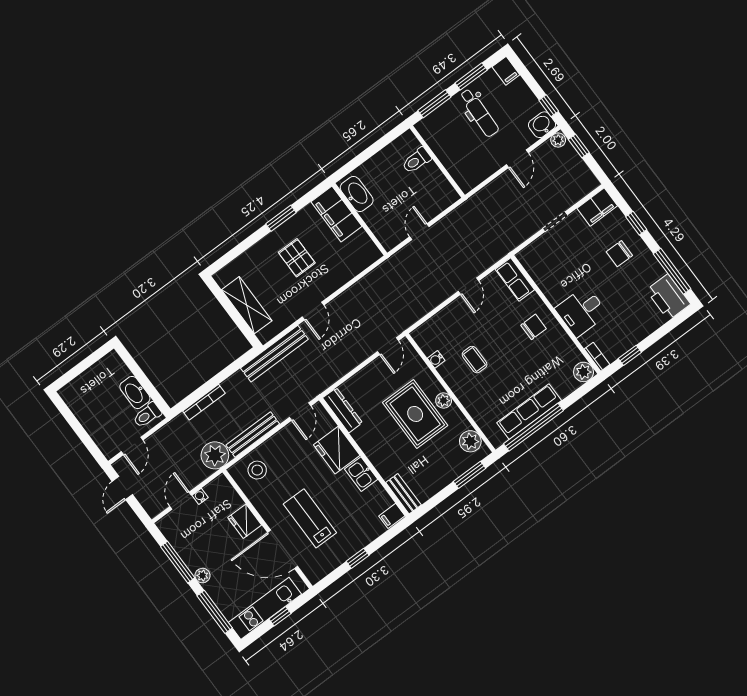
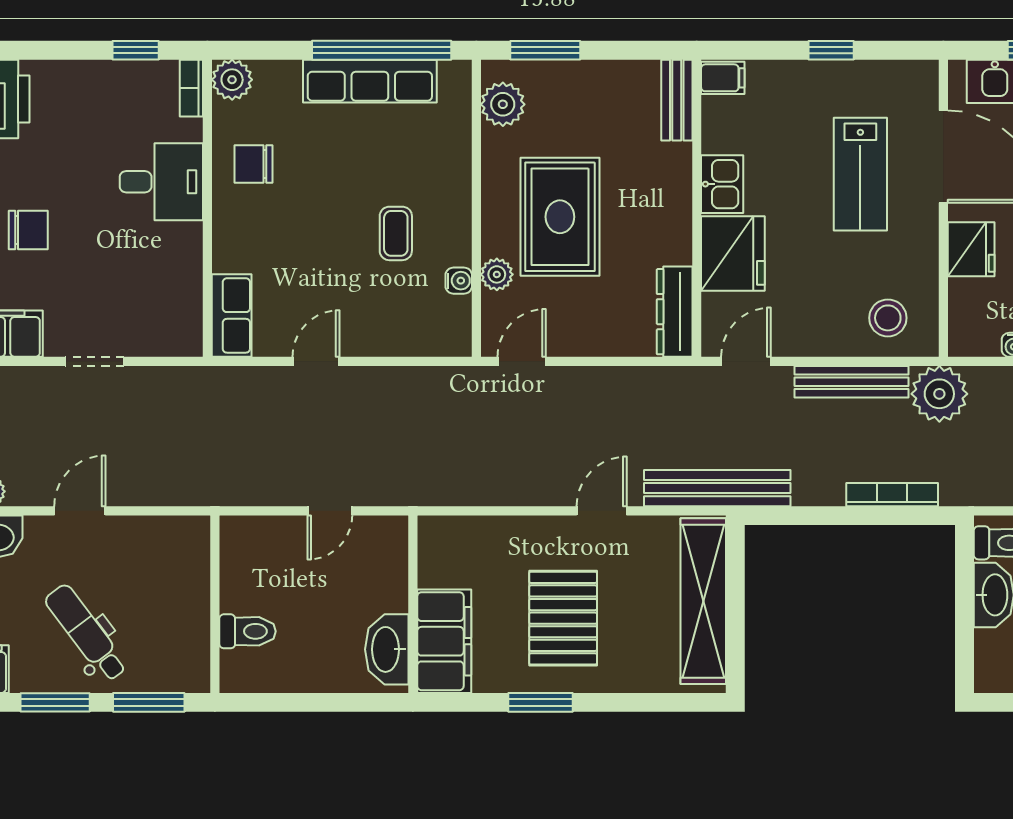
dental chair: (479, 113) -> (86, 633), turned -39
pallet: (297, 258) -> (563, 618), width x1.50, depth x1.42
shelving: (247, 305) -> (703, 601), width x1.47
chair: (533, 327) -> (253, 164), moved
plant: (444, 401) -> (497, 274), moved

